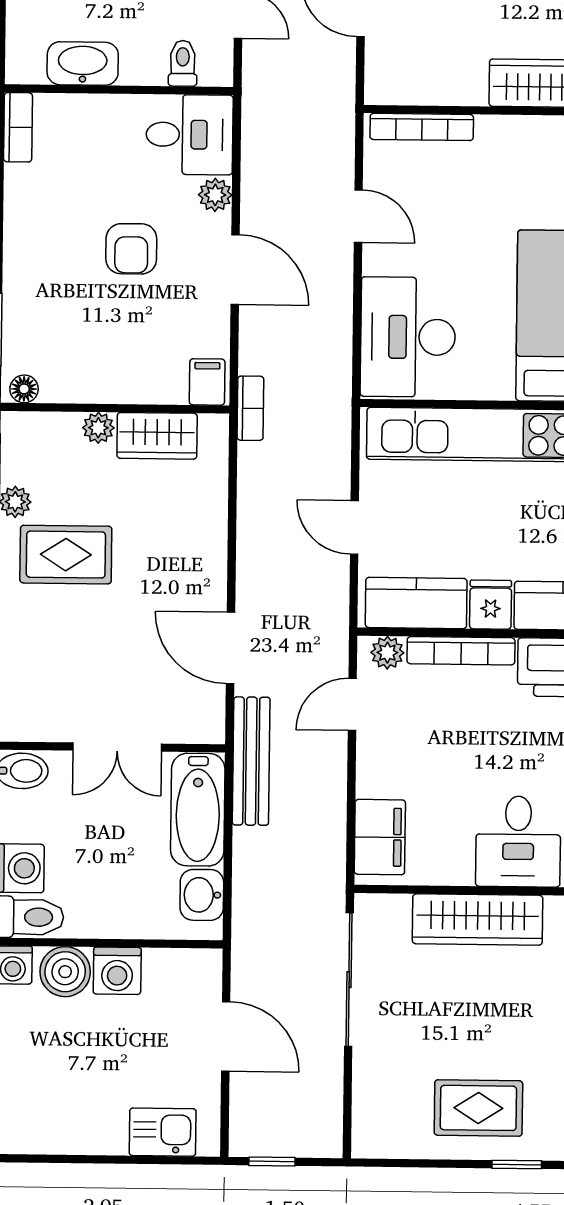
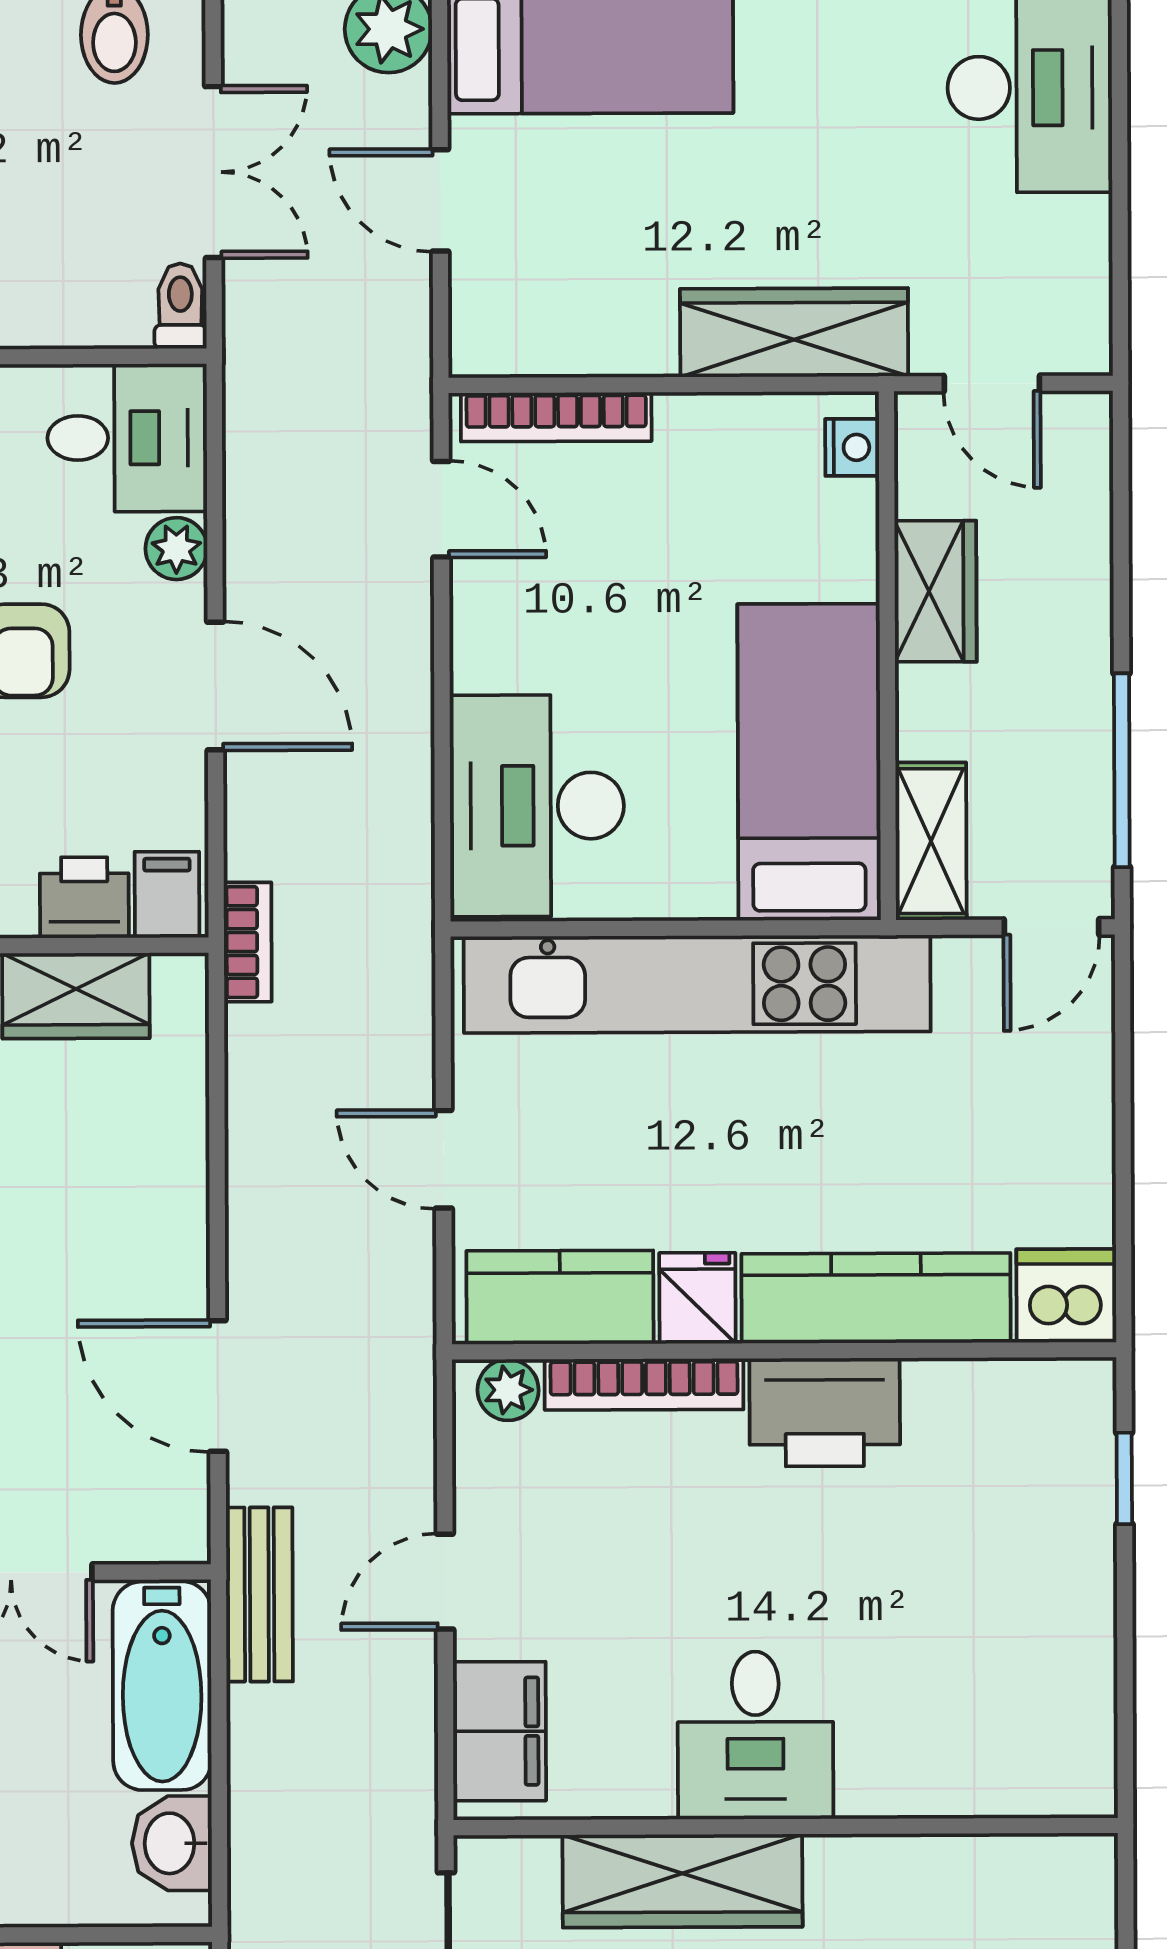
toilet: (183, 63) -> (180, 306), moved
door: (358, 216) -> (441, 509), moved
printer: (162, 383) -> (84, 898), added
door: (352, 704) -> (445, 1582), moved
bench: (251, 761) -> (259, 1594), width x0.73

